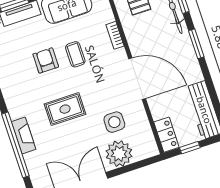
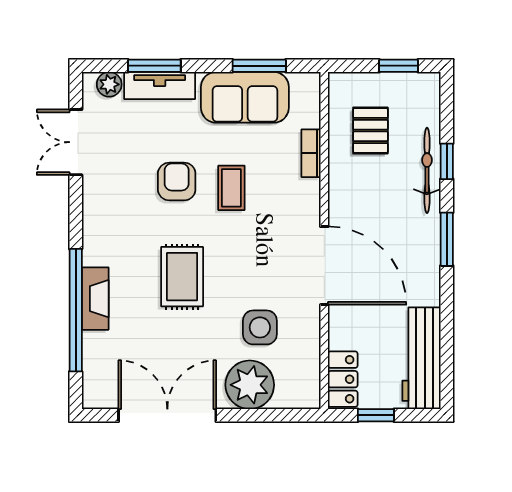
bookcase: (115, 35) -> (311, 153), moved
rug: (65, 109) -> (182, 277), turned 90

